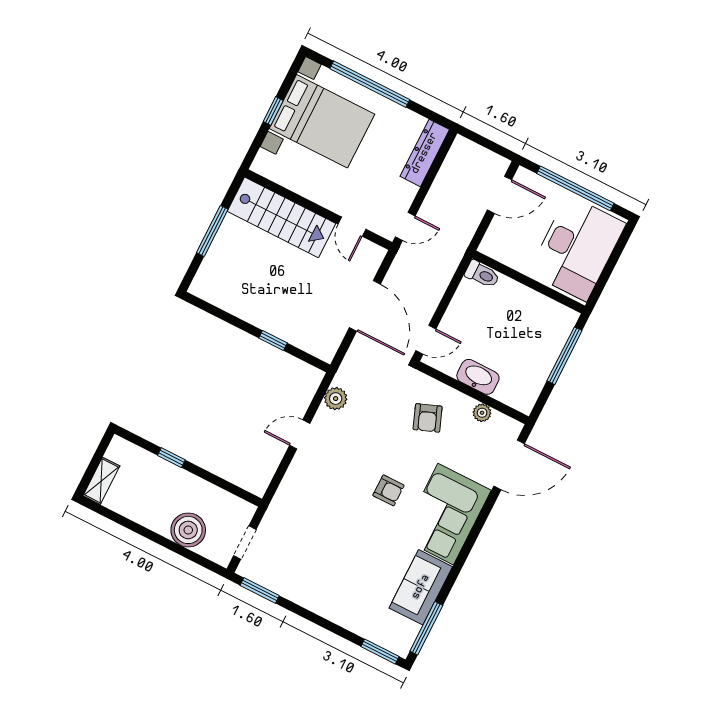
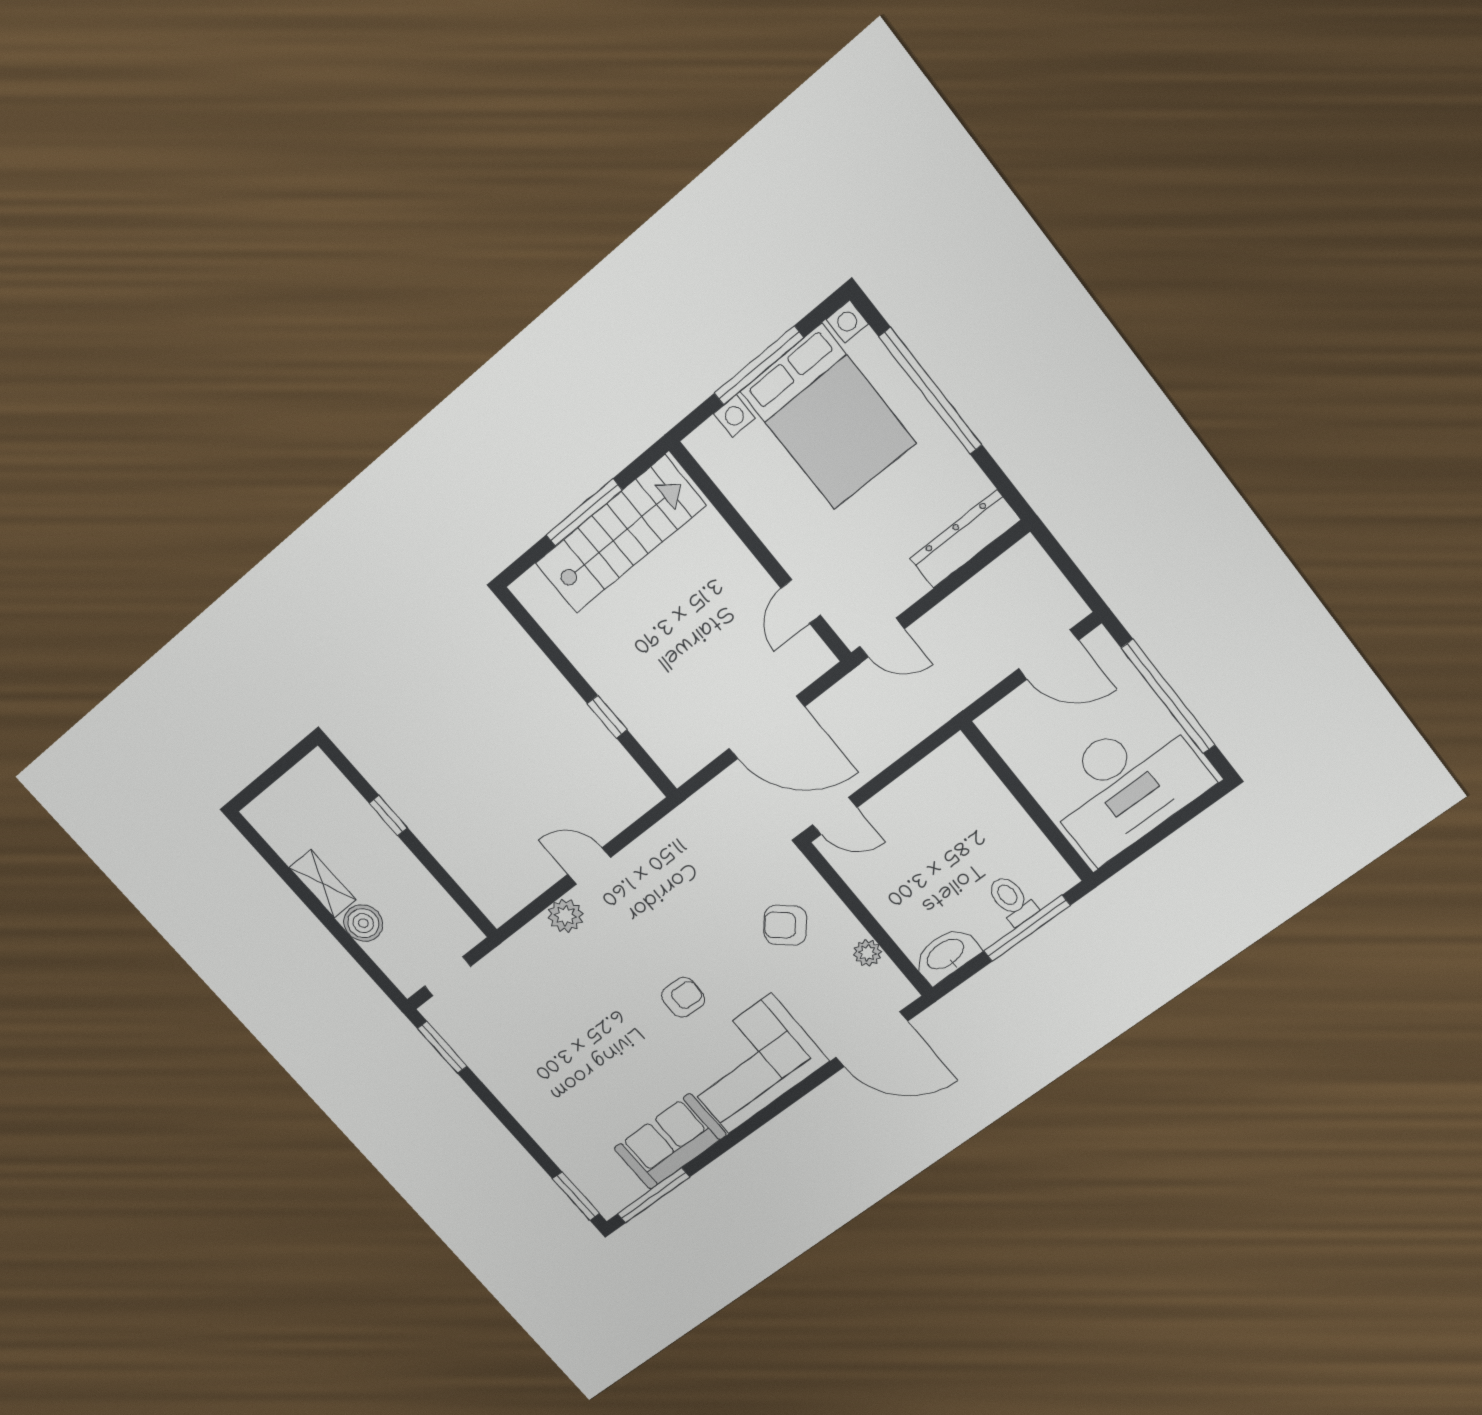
window: (273, 111) -> (759, 366), width x2.17
stairs: (281, 217) -> (620, 534), moved, turned -90
toilet: (482, 274) -> (1012, 900), moved, turned 180
door: (365, 306) -> (767, 728), hinge flipped
washbasin: (478, 377) -> (946, 955), moved, turned -90
plant: (336, 399) -> (565, 916), moved
armchair: (428, 418) -> (785, 925), turned 61
shelving: (101, 481) -> (323, 884), moved, turned 90
armchair: (388, 490) -> (683, 997), turned -88
boiler: (188, 530) -> (363, 923), width x0.73, depth x0.73

